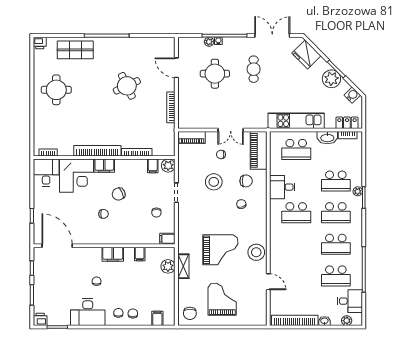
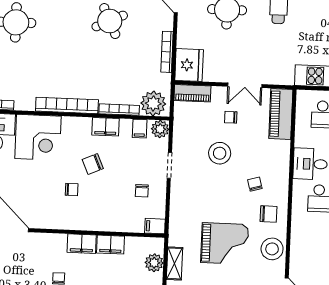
fridge: (188, 116) -> (189, 65), added
plant: (162, 147) -> (153, 103), added
filing cabinet: (104, 166) -> (105, 127), moved
chair: (246, 181) -> (268, 214), moved
filing cabinet: (140, 254) -> (111, 245), width x2.00

